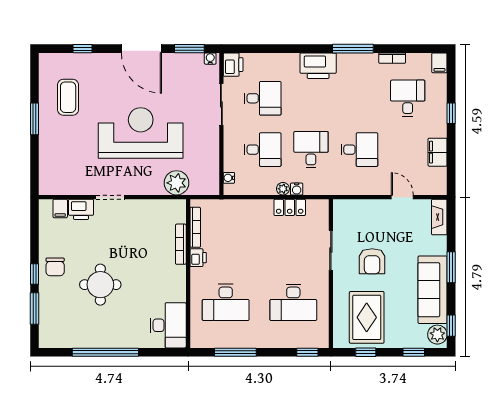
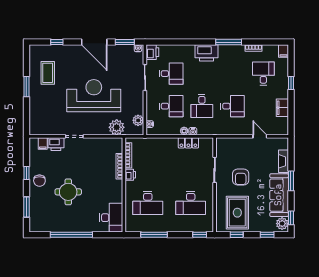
desk: (311, 150) -> (202, 106), turned 180
plant: (211, 172) -> (138, 120), added
fireplace: (439, 217) -> (283, 161), moved
window: (35, 274) -> (26, 173), moved

